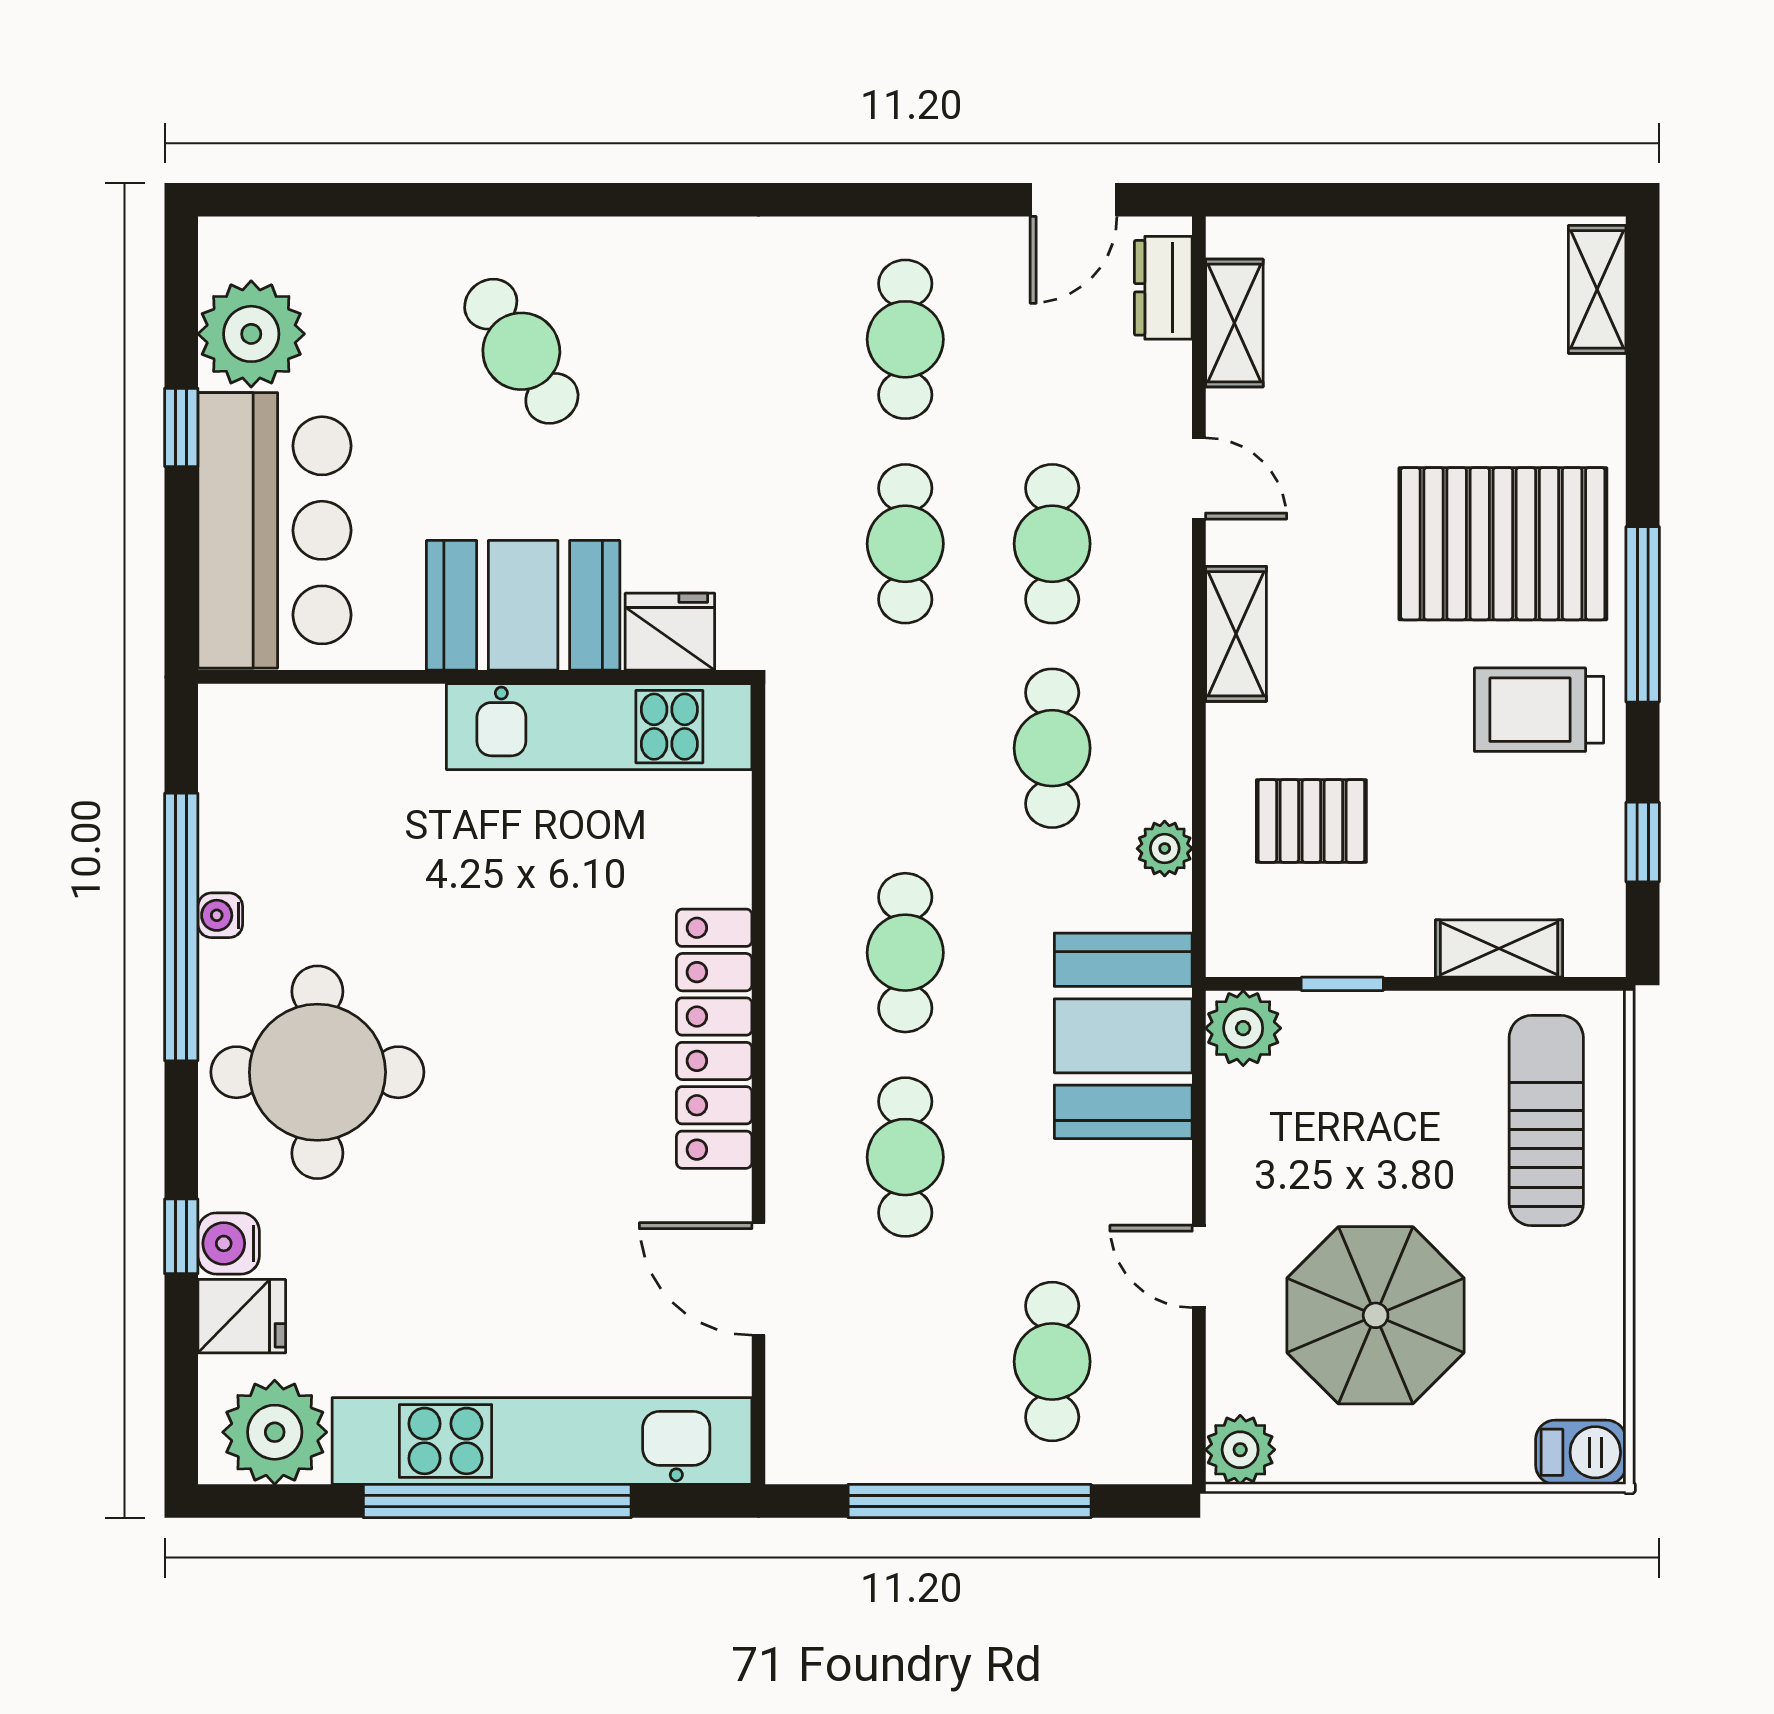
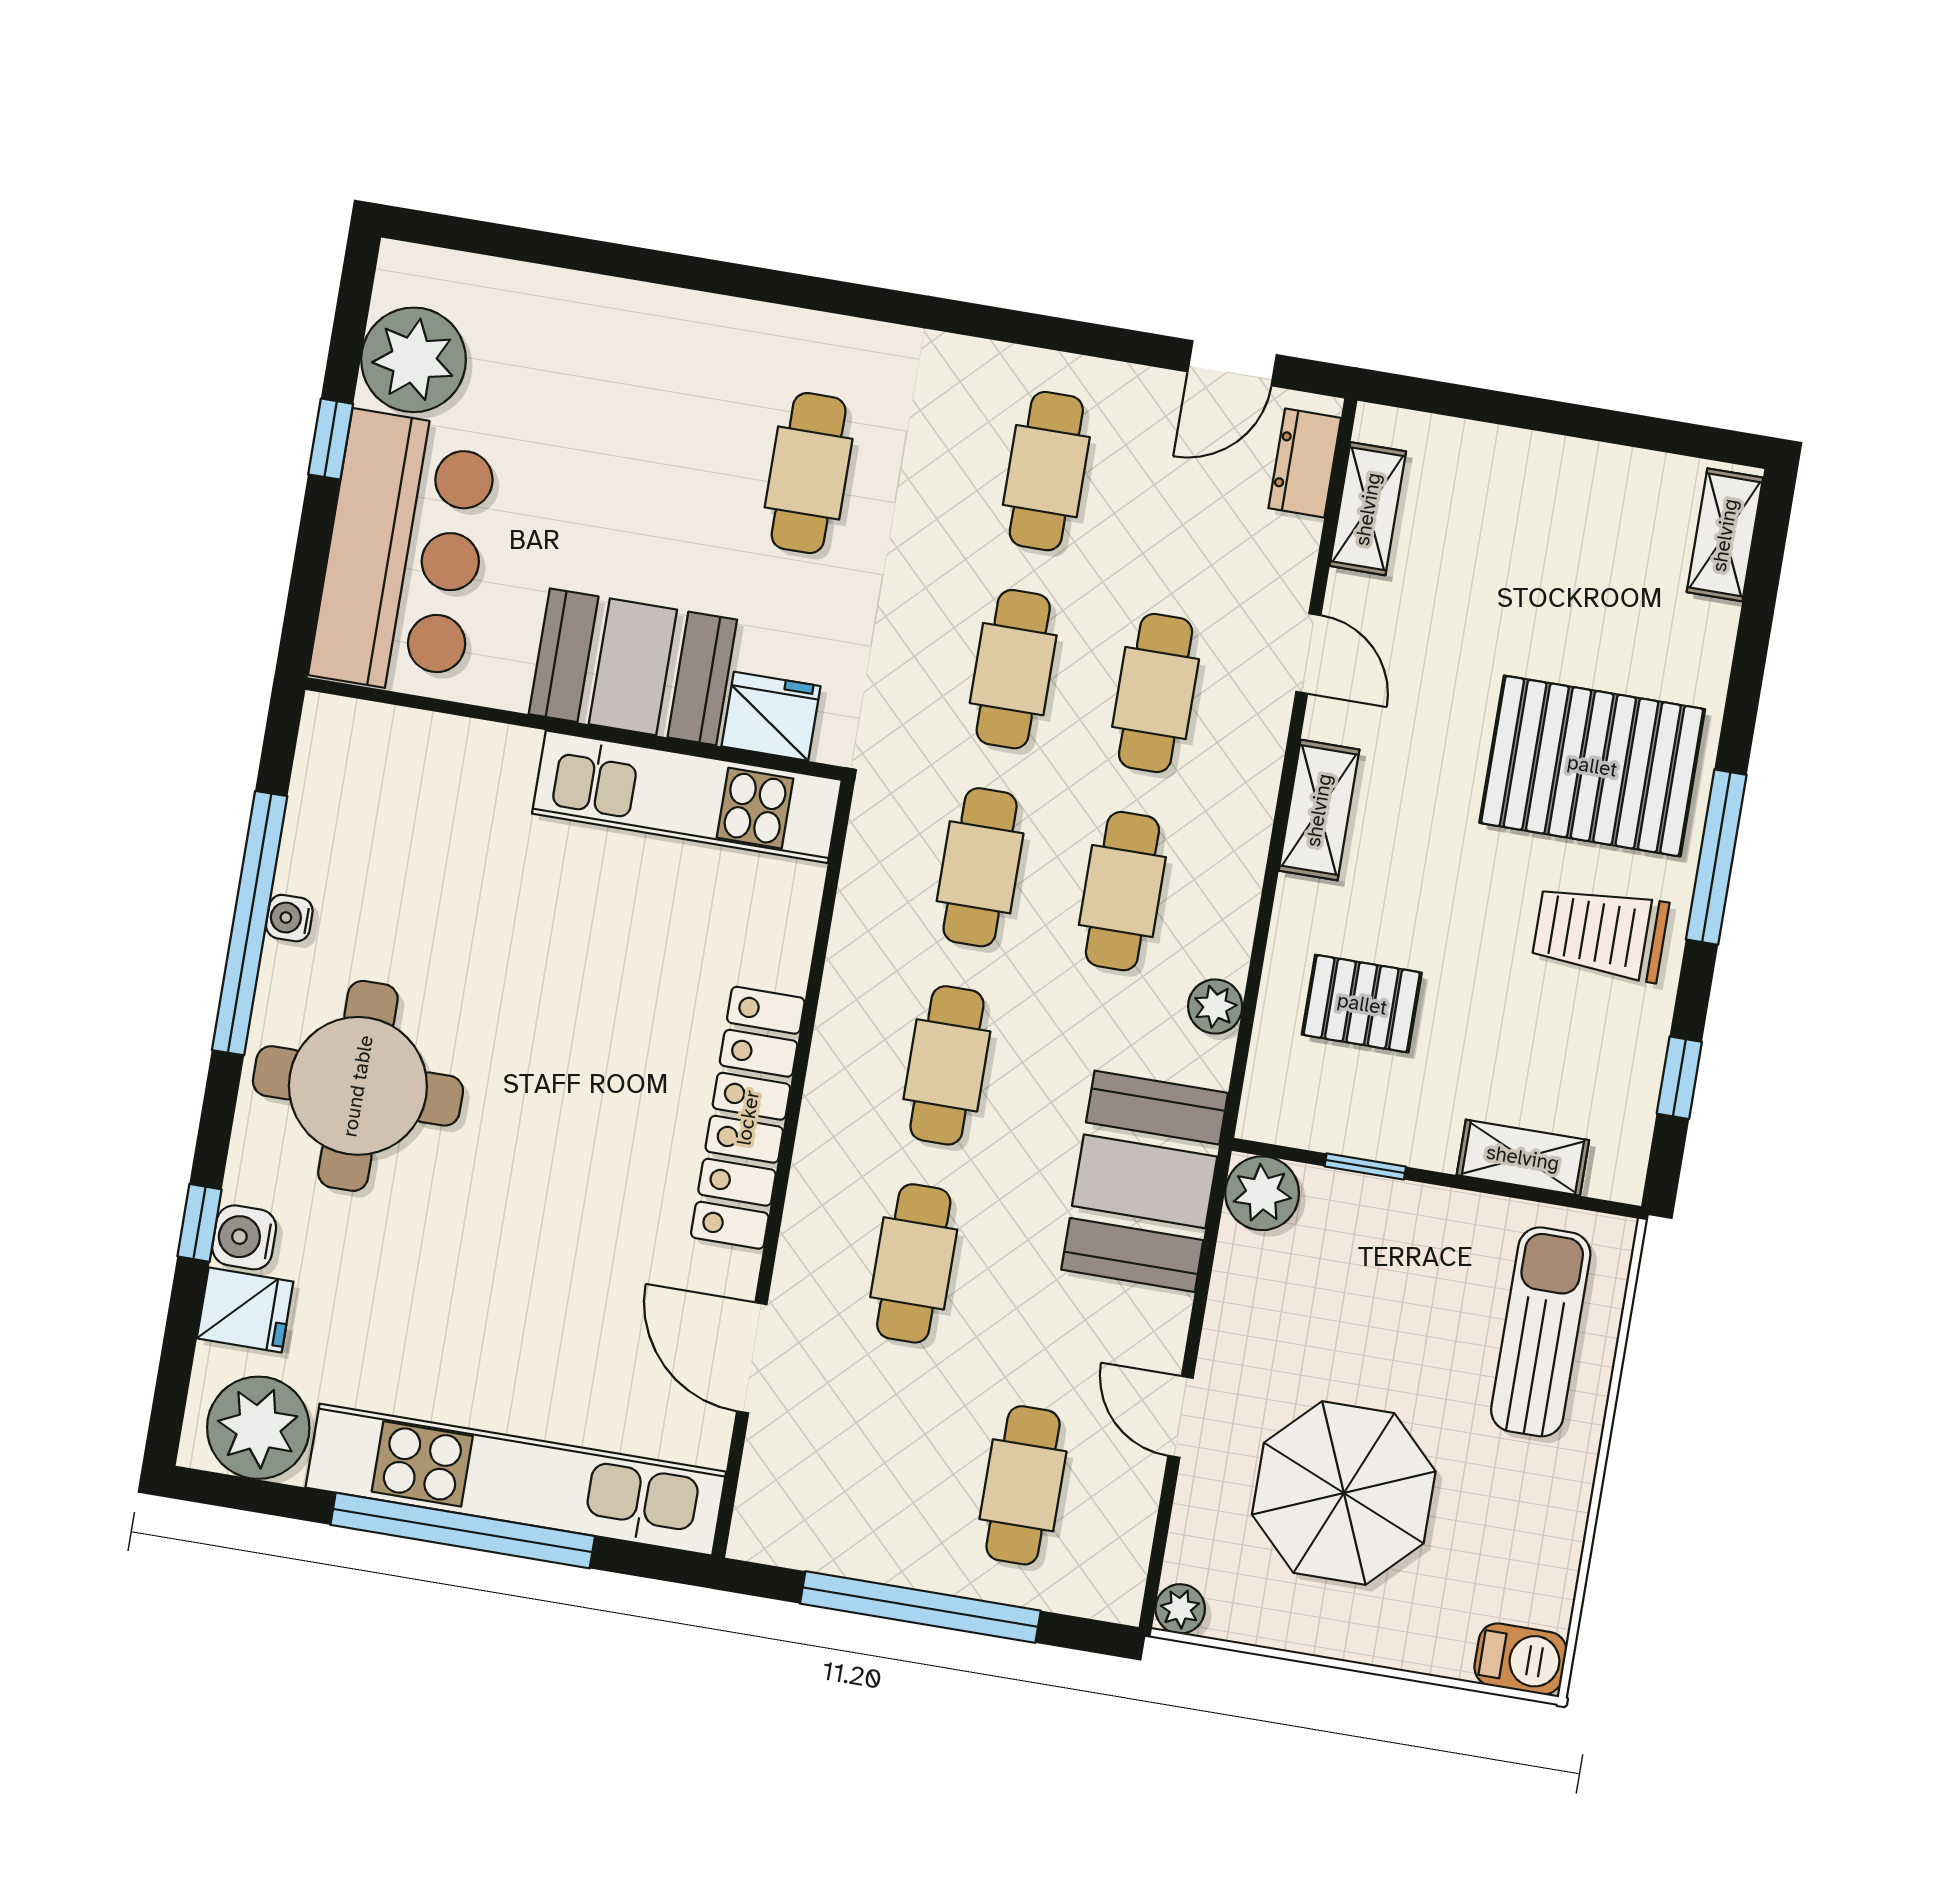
cafe table: (521, 351) -> (809, 473), moved, turned 33
cafe table: (905, 748) -> (980, 867), added
plant: (1240, 1450) -> (1180, 1609), width x0.73, depth x0.73

